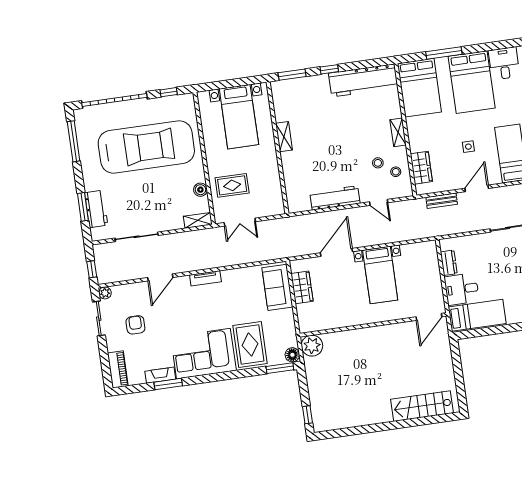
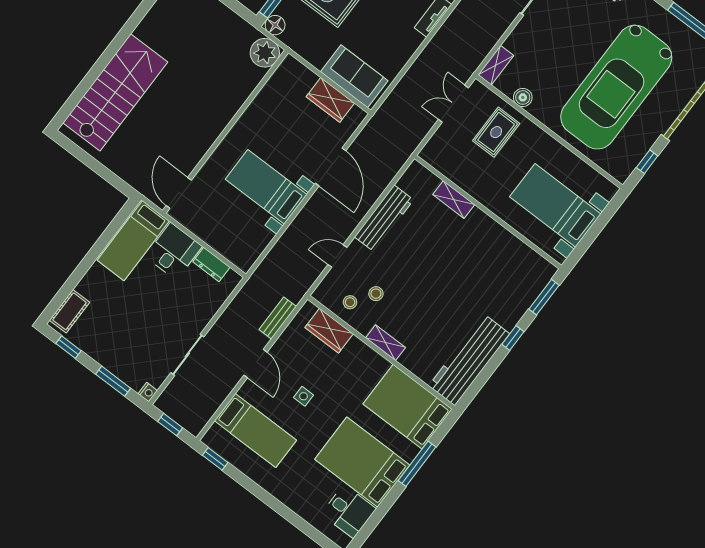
shelving: (284, 137) -> (454, 200), moved
stairs: (422, 406) -> (115, 92), width x1.36, depth x1.51

